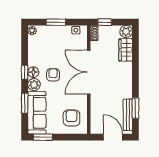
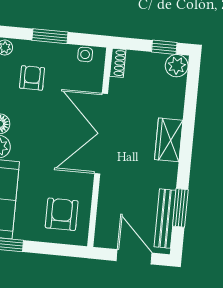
window: (105, 22) -> (164, 47), moved
wardrobe: (126, 50) -> (169, 140), moved
armchair: (53, 75) -> (32, 78), moved

